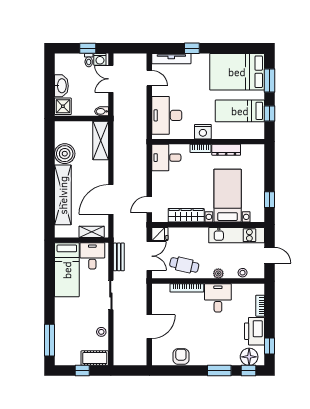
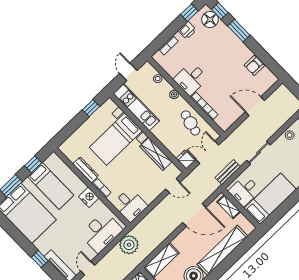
plant: (137, 127) -> (129, 245), added
printer: (254, 331) -> (187, 30), width x0.53, depth x0.68

